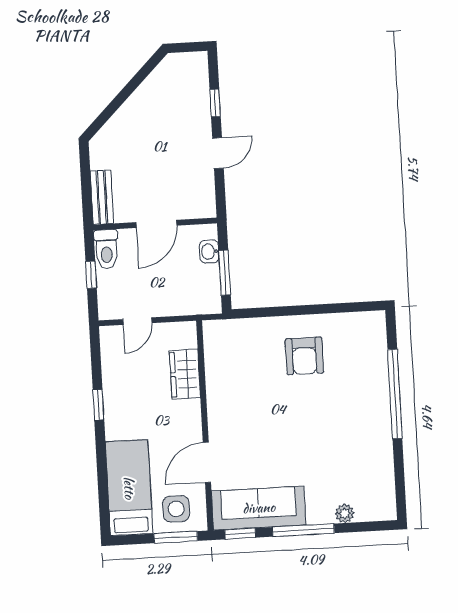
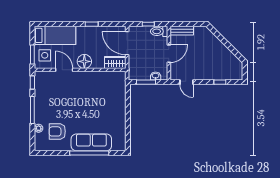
door: (218, 153) -> (186, 82), moved
door: (156, 224) -> (169, 54), swing flipped
door: (137, 321) -> (127, 43), width x1.87
armchair: (304, 356) -> (57, 131), moved
wardrobe: (185, 374) -> (115, 62), moved
floor lamp: (185, 417) -> (84, 61), added
sofa: (259, 508) -> (91, 142), moved, turned -90

